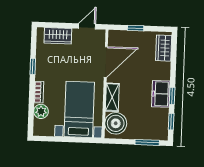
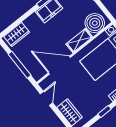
door: (87, 26) -> (46, 98), swing flipped
window: (136, 28) -> (20, 65), width x2.17

